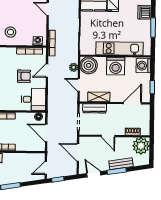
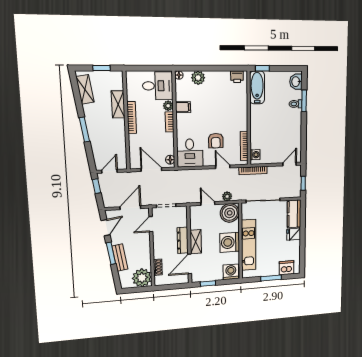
stool: (10, 32) -> (264, 123), removed
door: (79, 85) -> (208, 203), hinge flipped
shelving: (99, 97) -> (196, 242), moved
door: (132, 103) -> (190, 264), swing flipped
dresser: (95, 108) -> (183, 240), moved
door: (46, 133) -> (151, 170), hinge flipped
door: (108, 136) -> (151, 224), moved
door: (46, 168) -> (109, 171), hinge flipped

